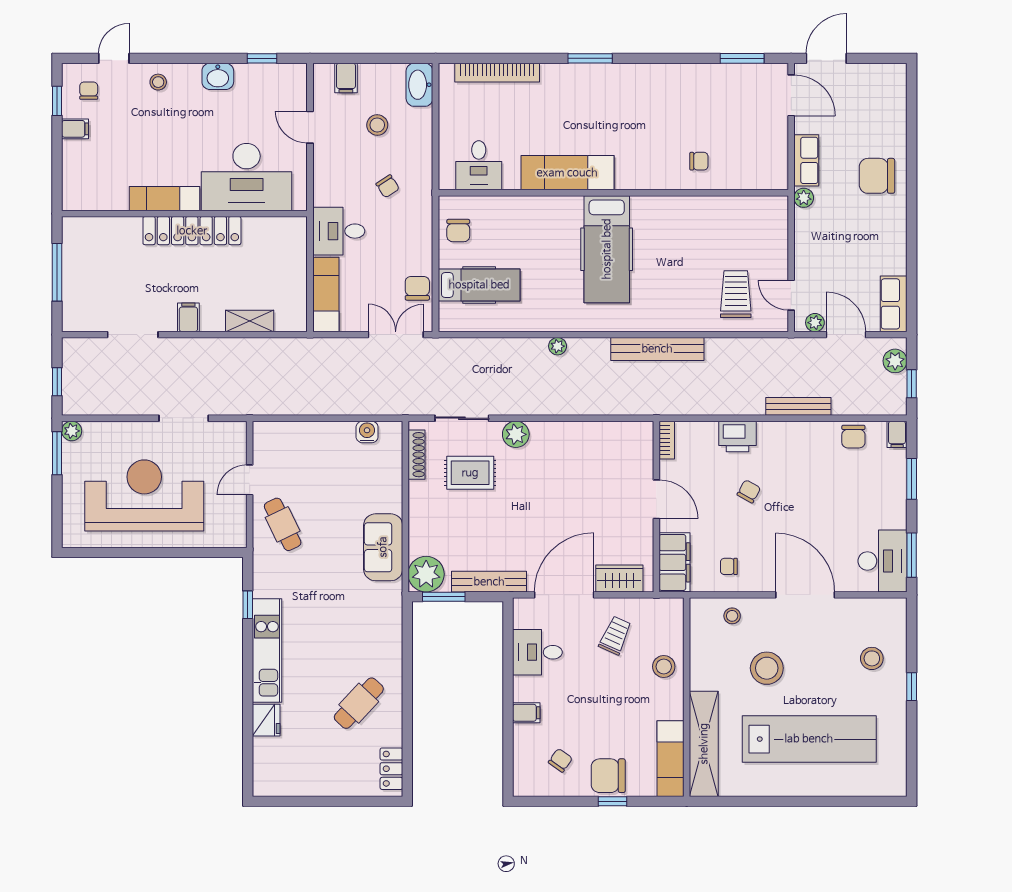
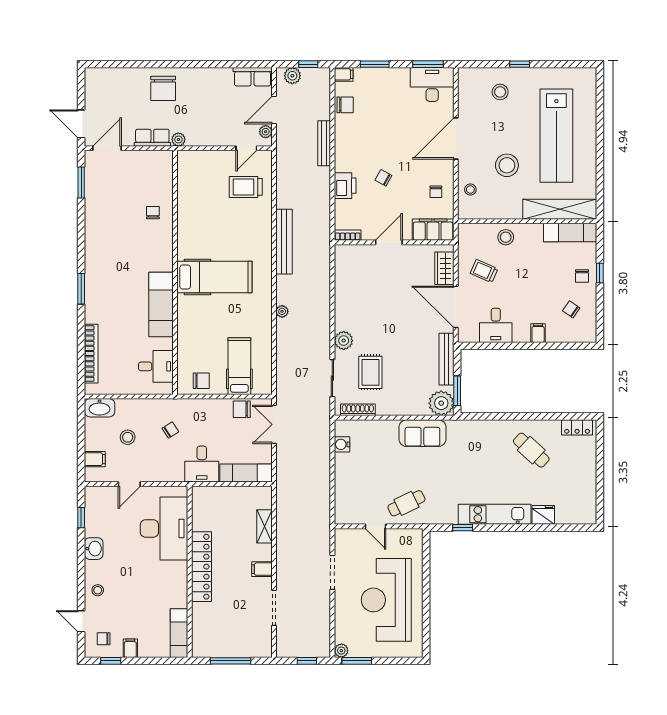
exam couch: (164, 199) -> (179, 633), moved
lab bench: (809, 739) -> (556, 136), turned 180
chair: (608, 776) -> (582, 276), width x0.54, depth x0.54

